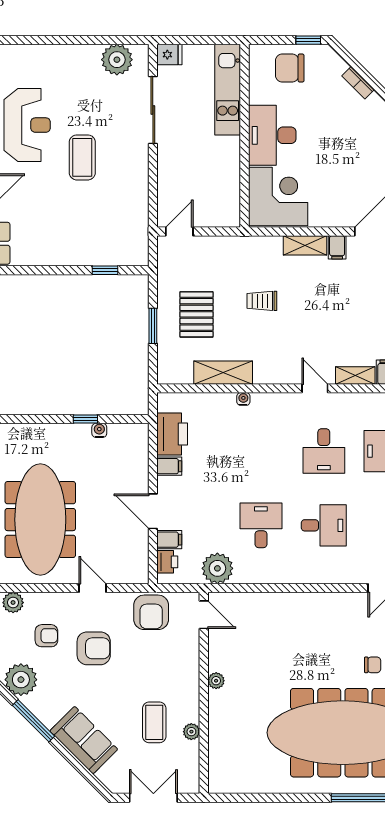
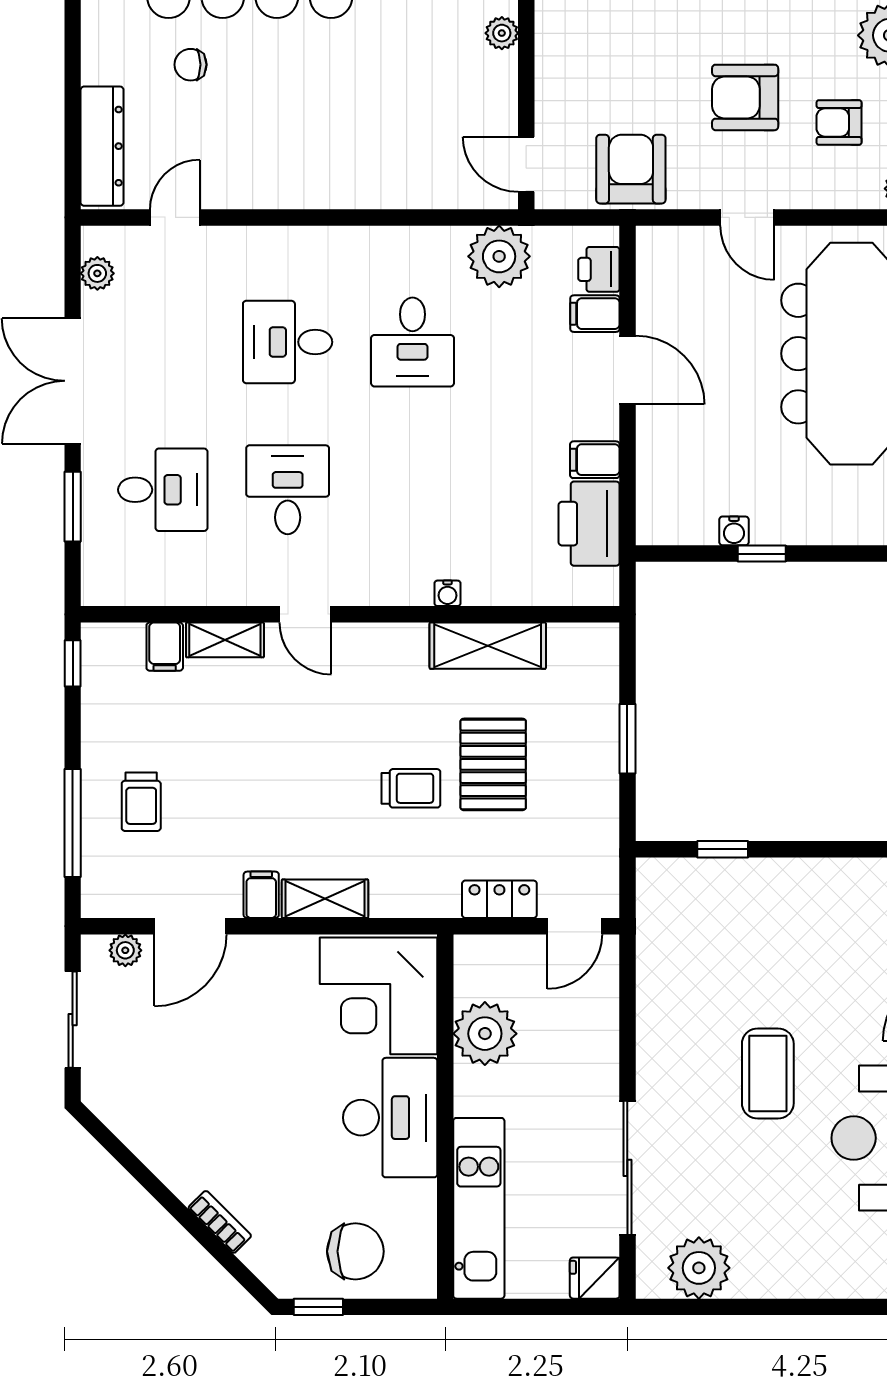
plant: (225, 178) -> (485, 1034), added
locker: (217, 245) -> (499, 899), added
pallet: (196, 314) -> (493, 764), moved

